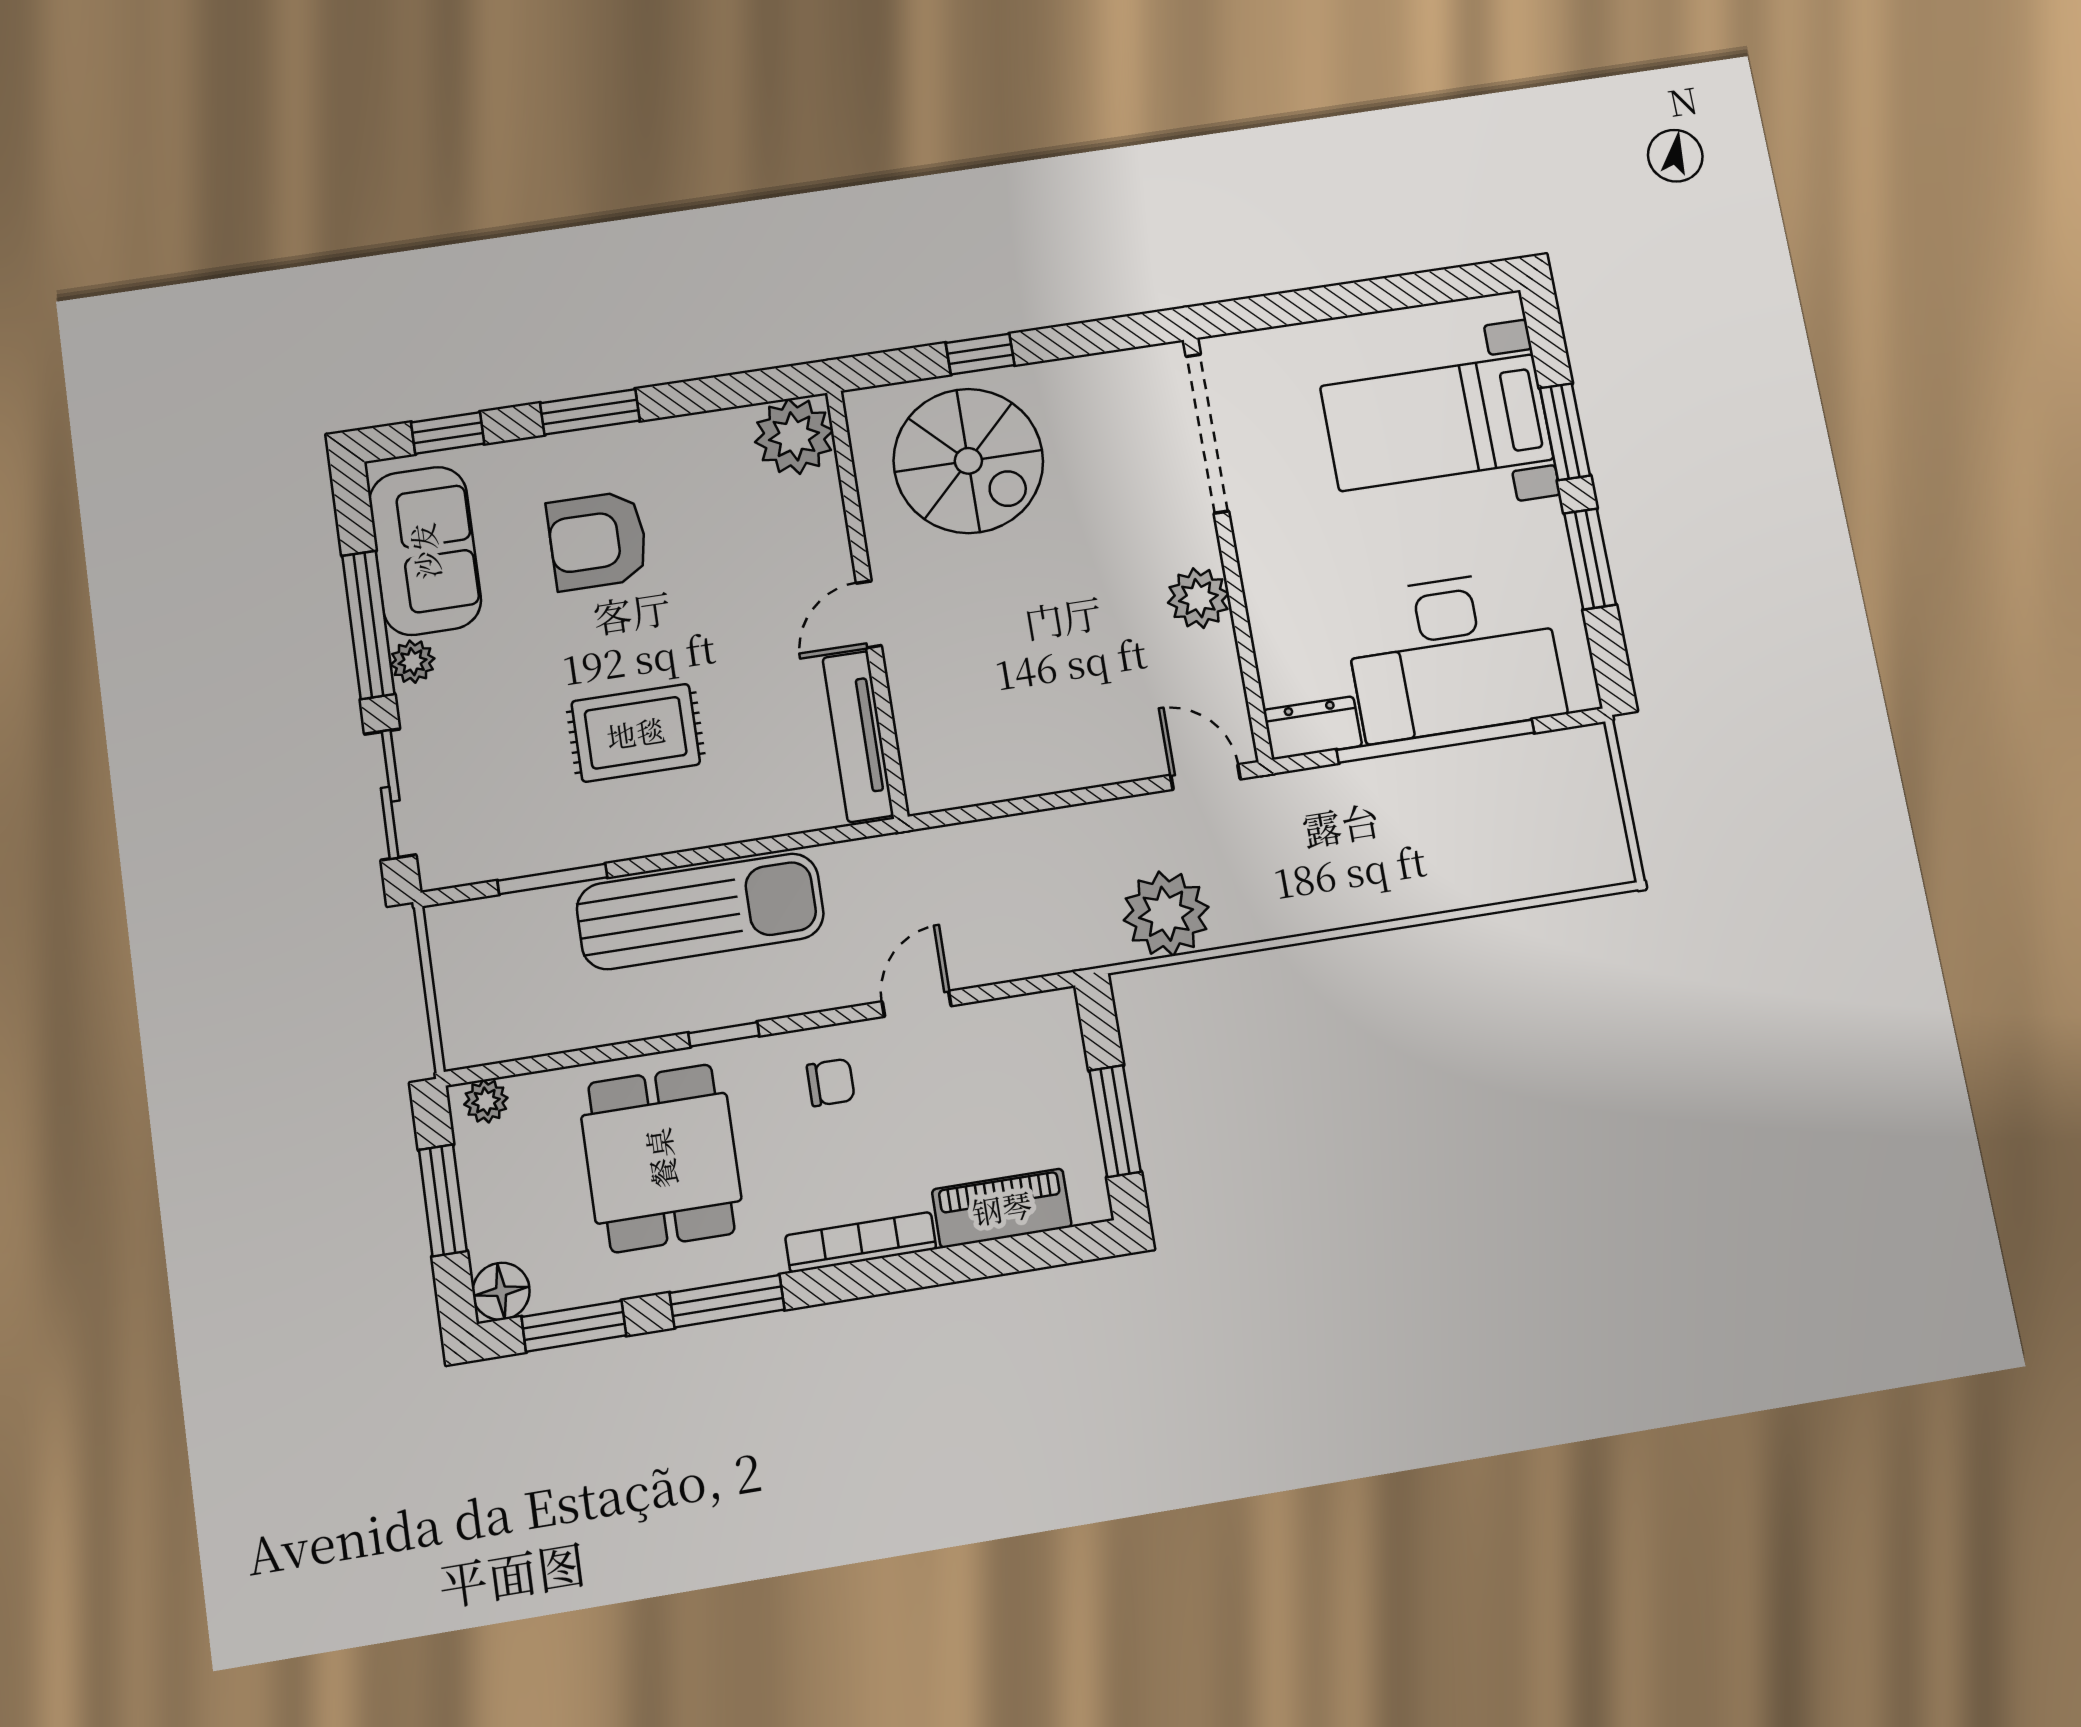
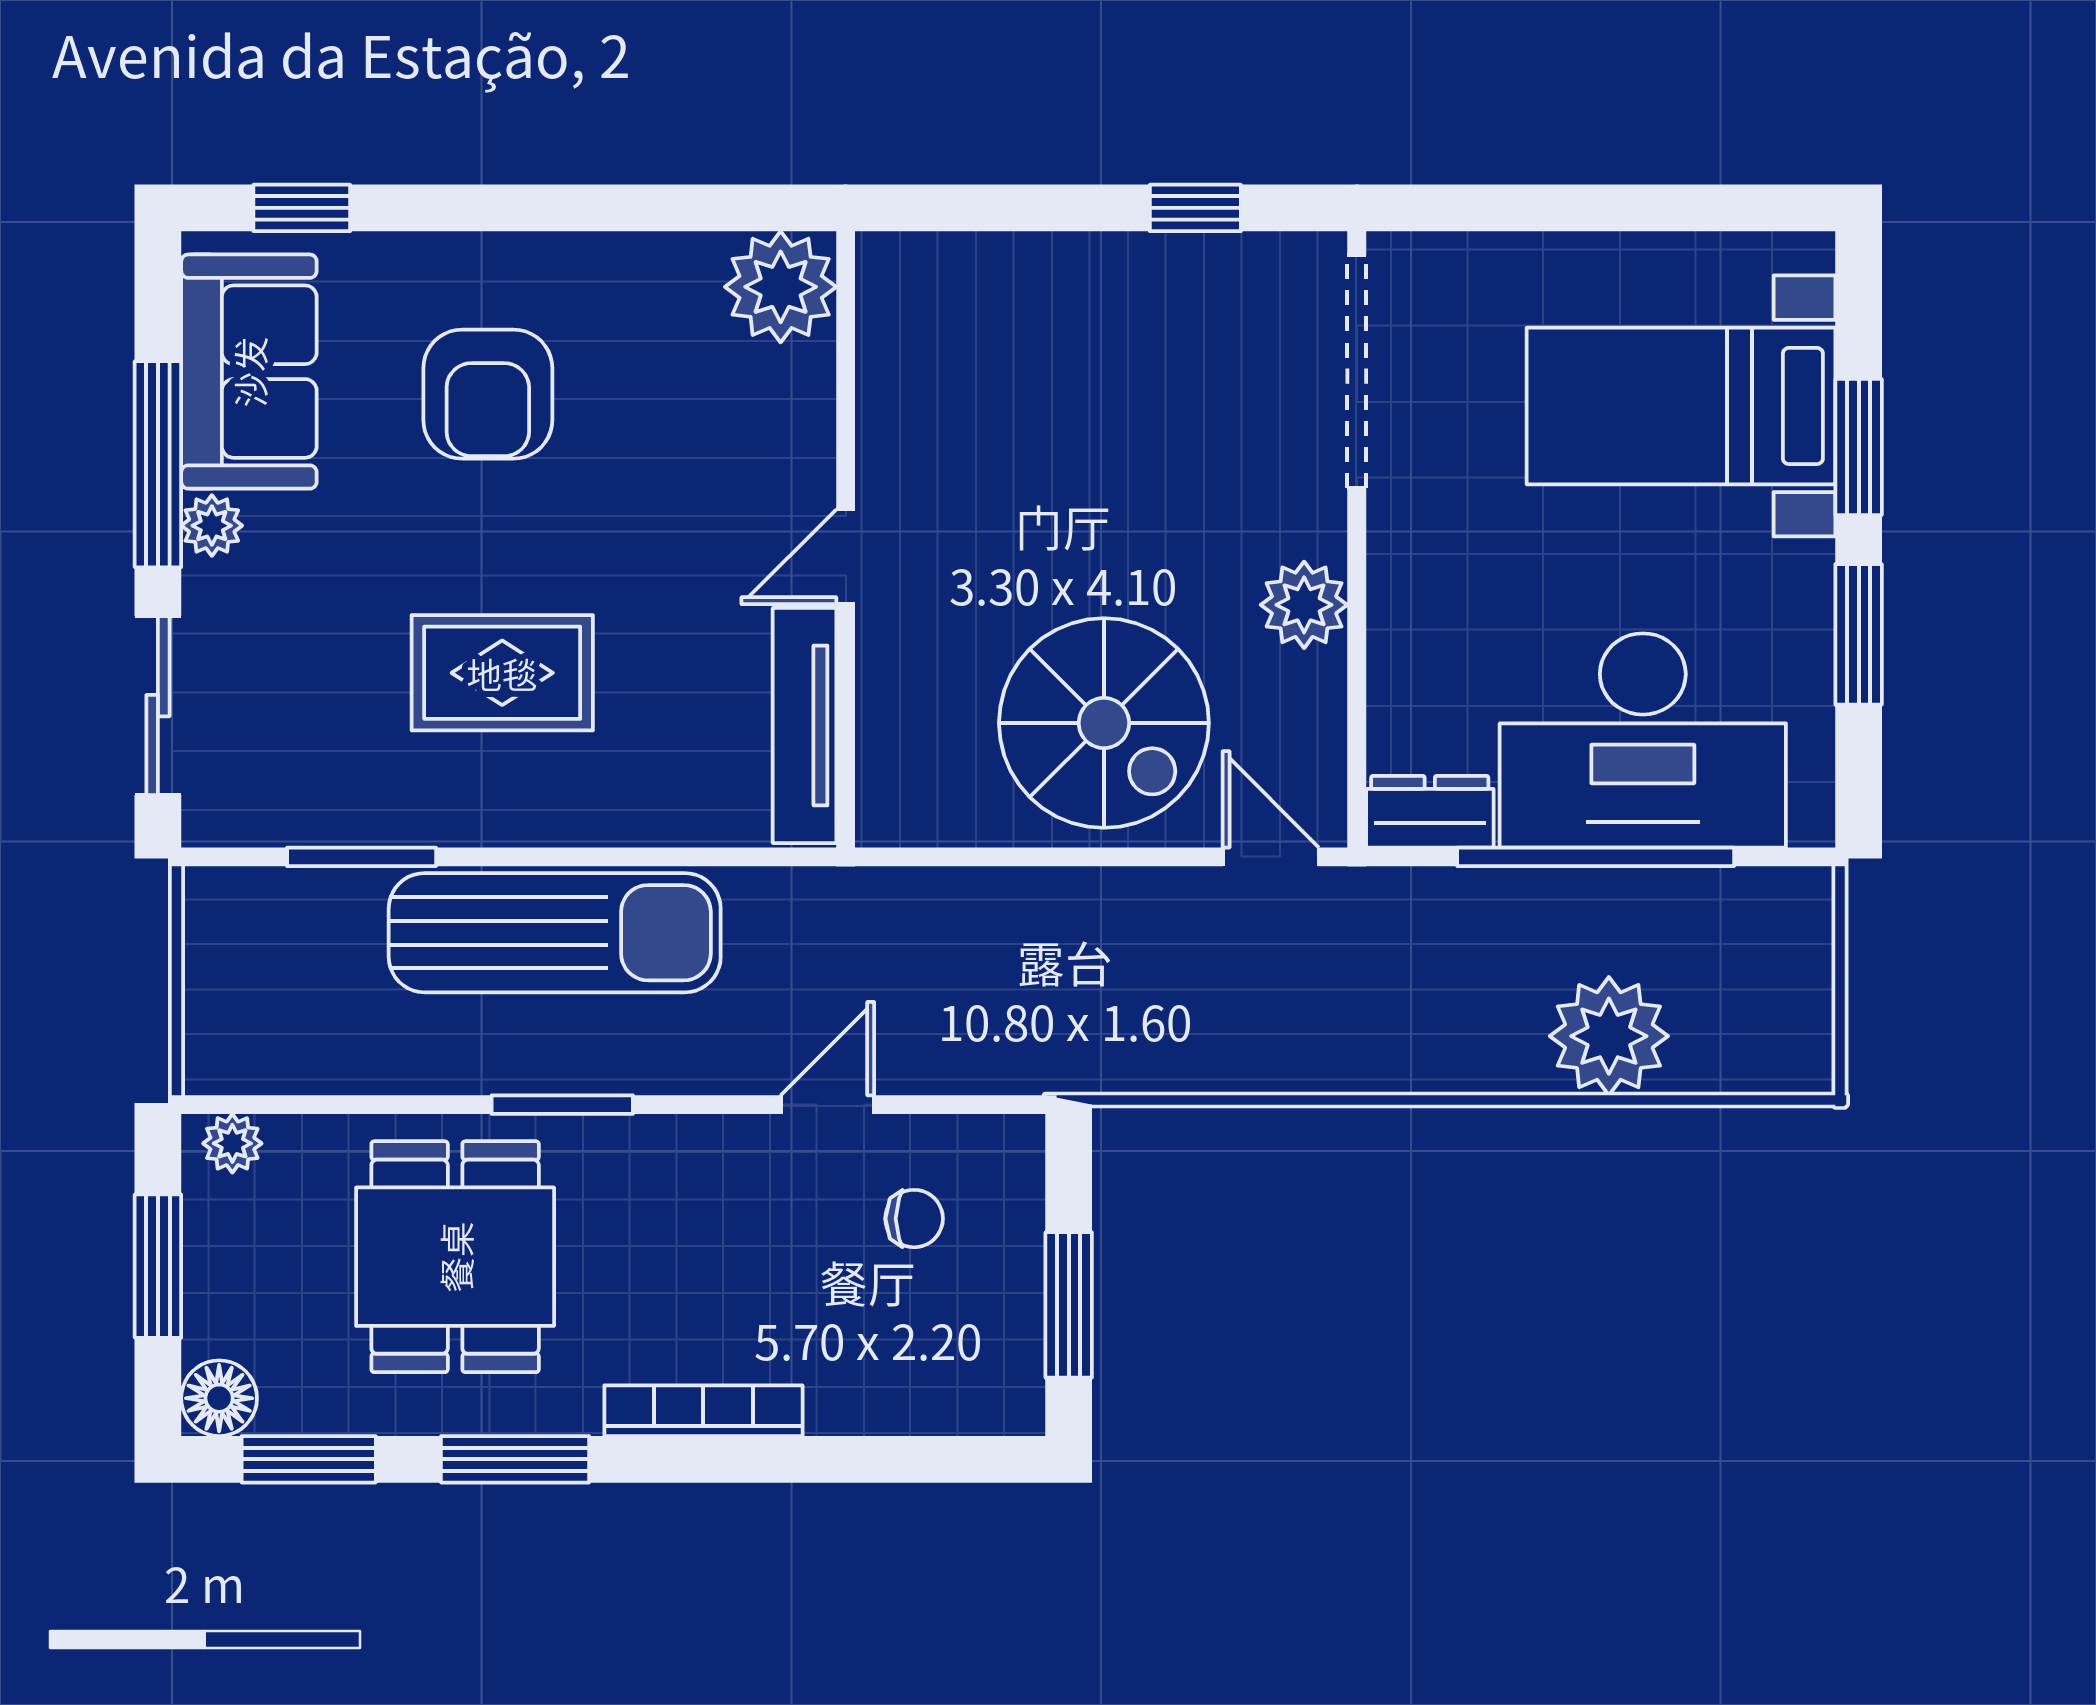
window: (980, 354) -> (1195, 208), moved
window: (590, 412) -> (503, 208), removed
spiral stairs: (968, 461) -> (1104, 723), moved
armchair: (598, 541) -> (488, 394), turned -90
plant: (1166, 914) -> (1609, 1036), moved
window: (724, 1034) -> (562, 1105), width x1.50
chair: (831, 1082) -> (914, 1219), moved
piano: (1002, 1208) -> (898, 1396), removed

